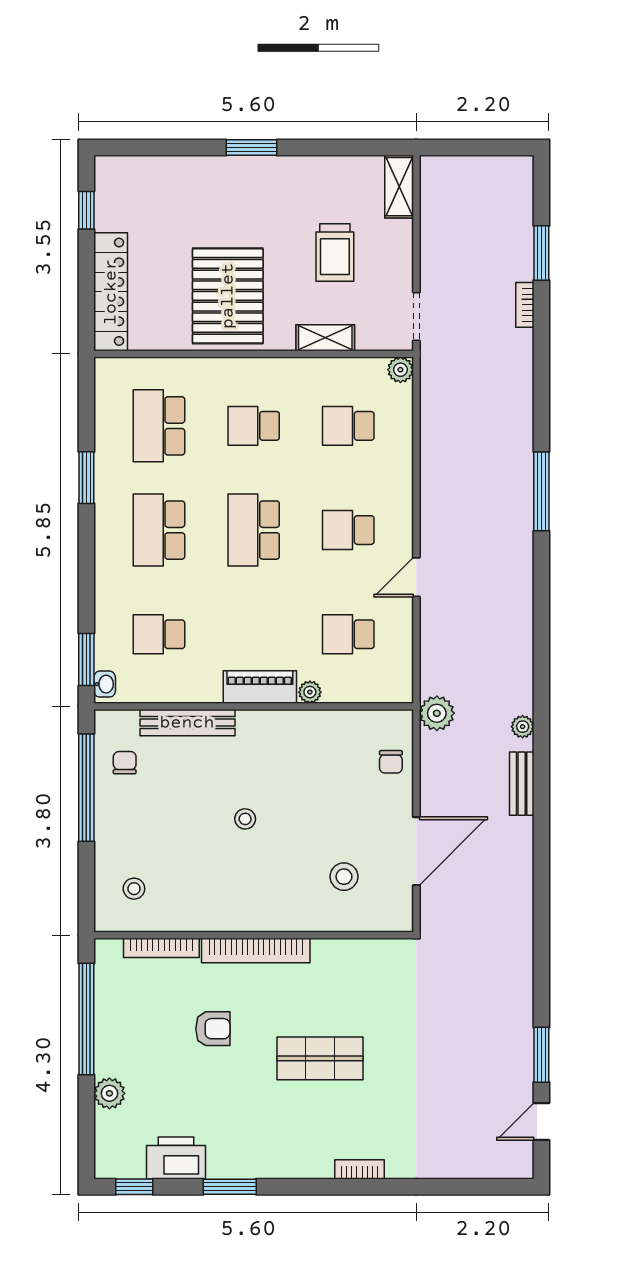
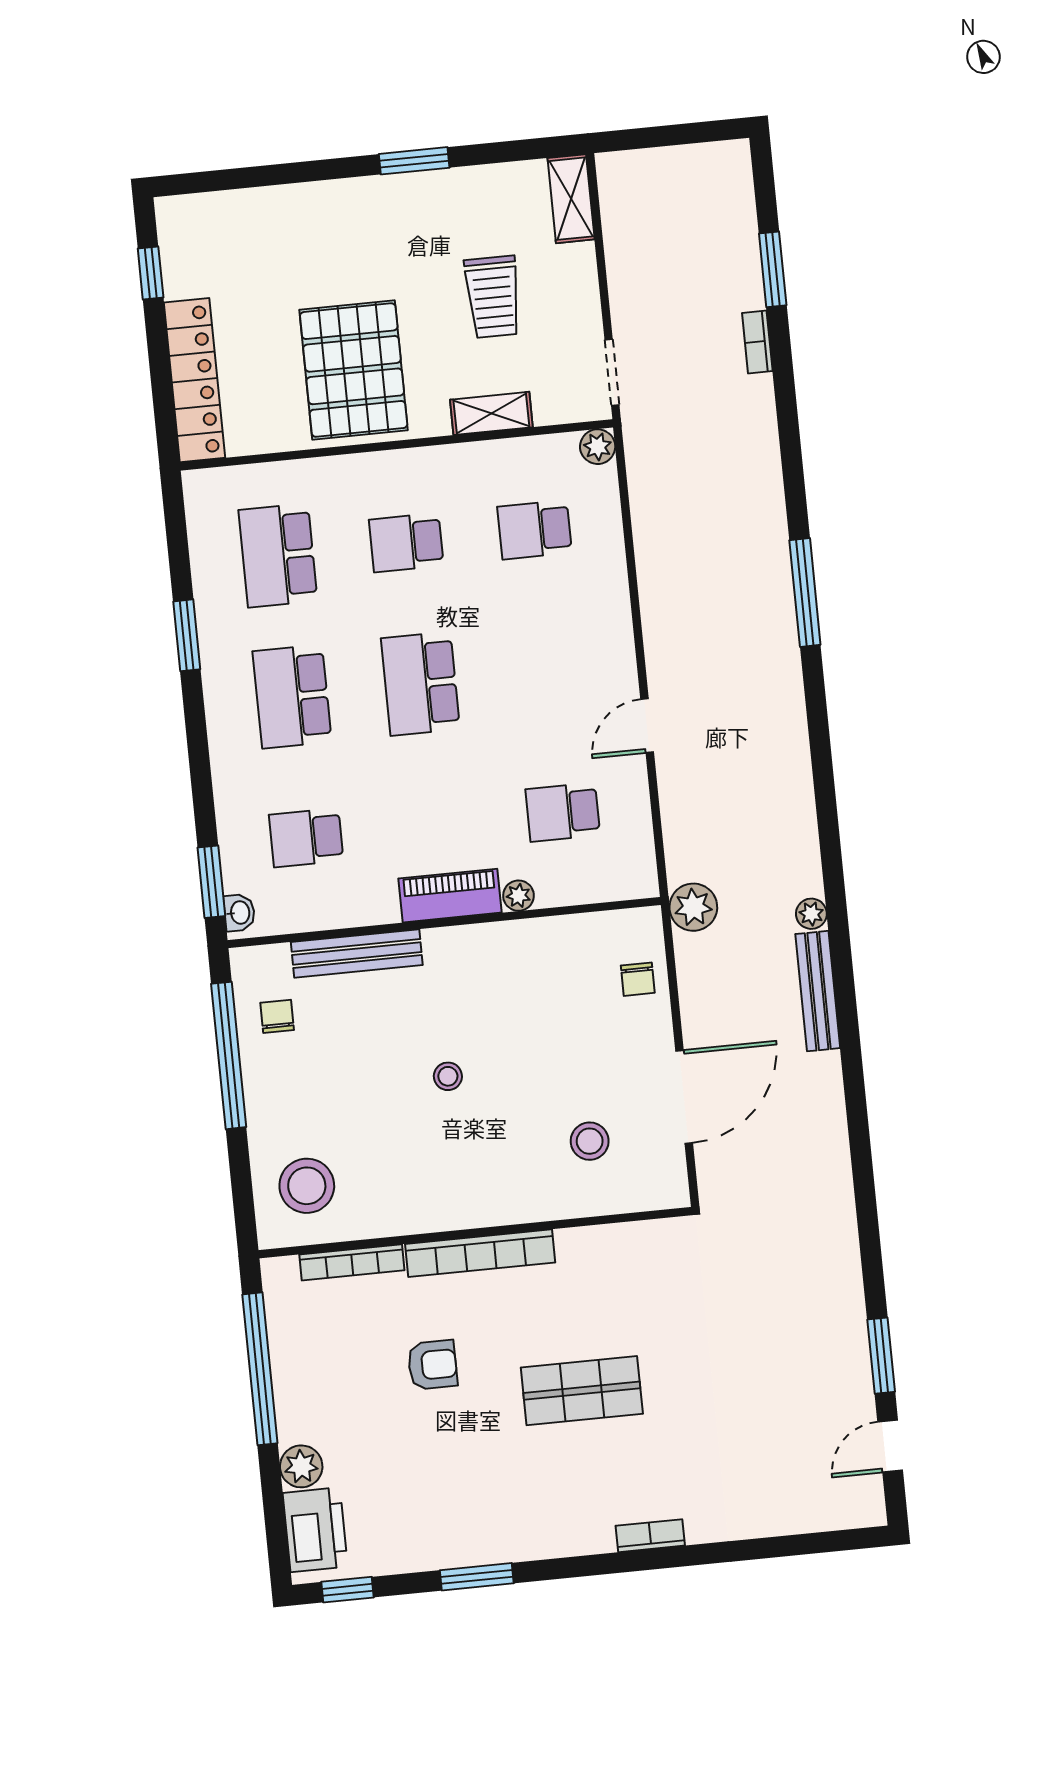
window: (251, 147) -> (414, 161), moved
school desk: (348, 530) -> (549, 671), removed
bench: (522, 784) -> (818, 991), width x1.36
stool: (134, 889) -> (307, 1186), width x1.89, depth x1.89
printer: (176, 1158) -> (315, 1530), moved, turned 90

